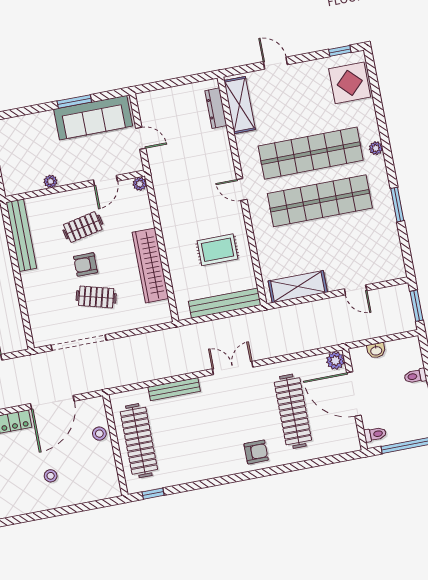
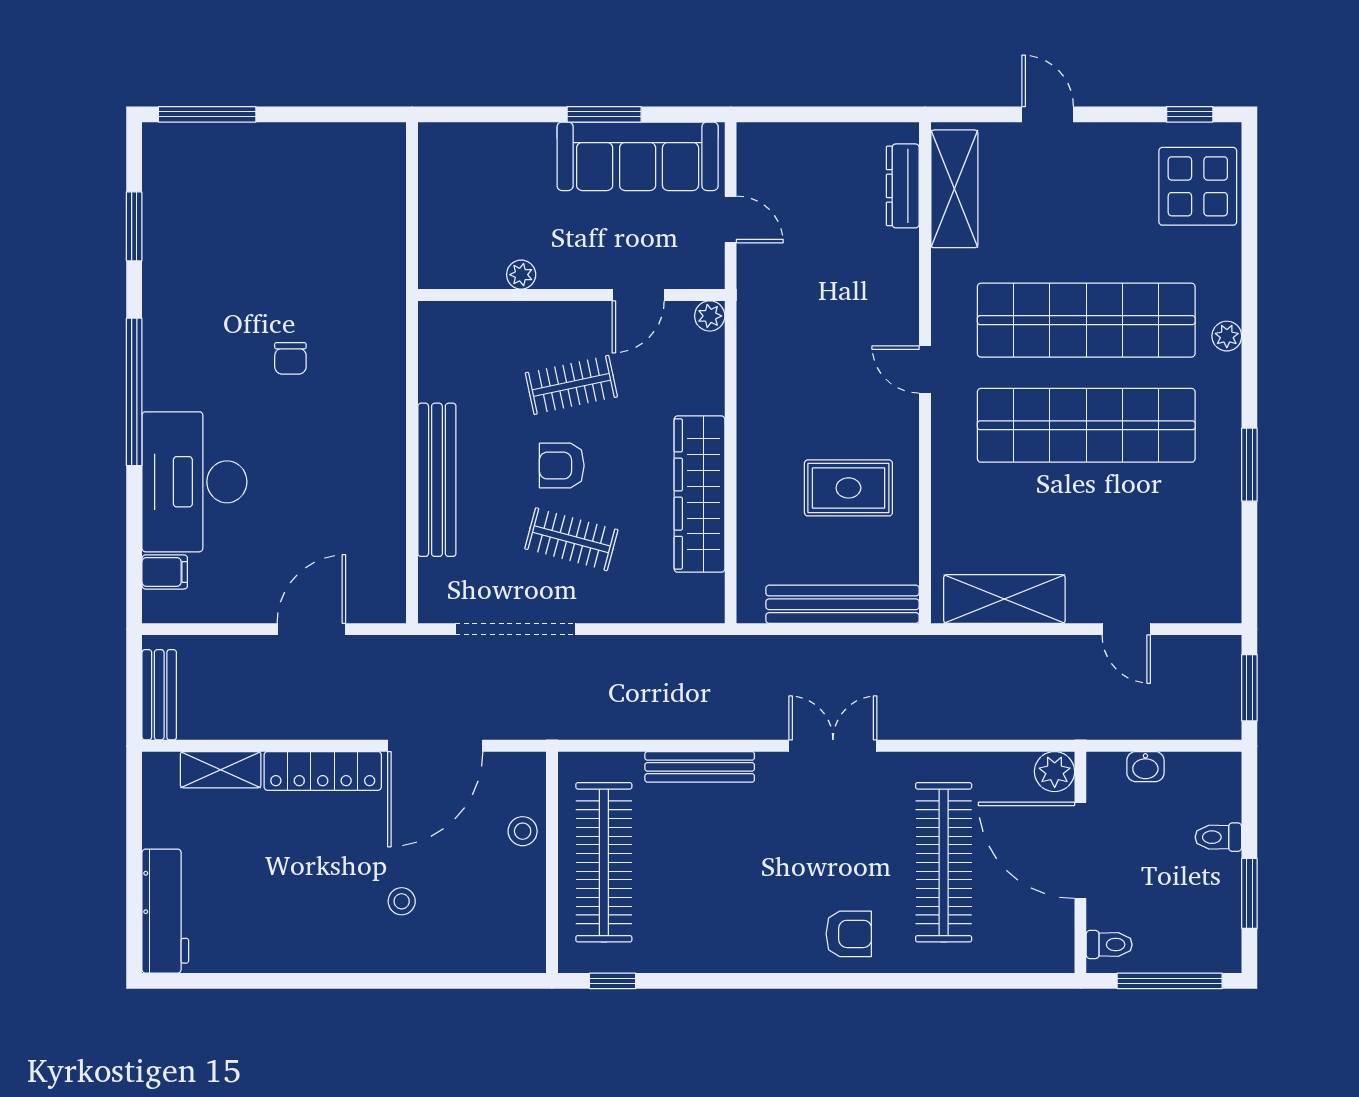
bench: (21, 235) -> (437, 480), moved

